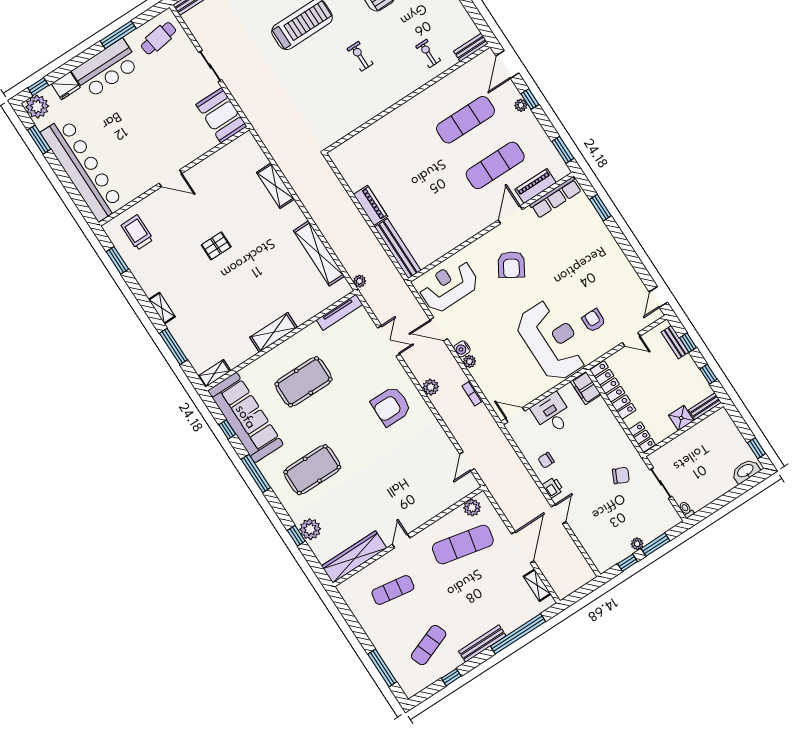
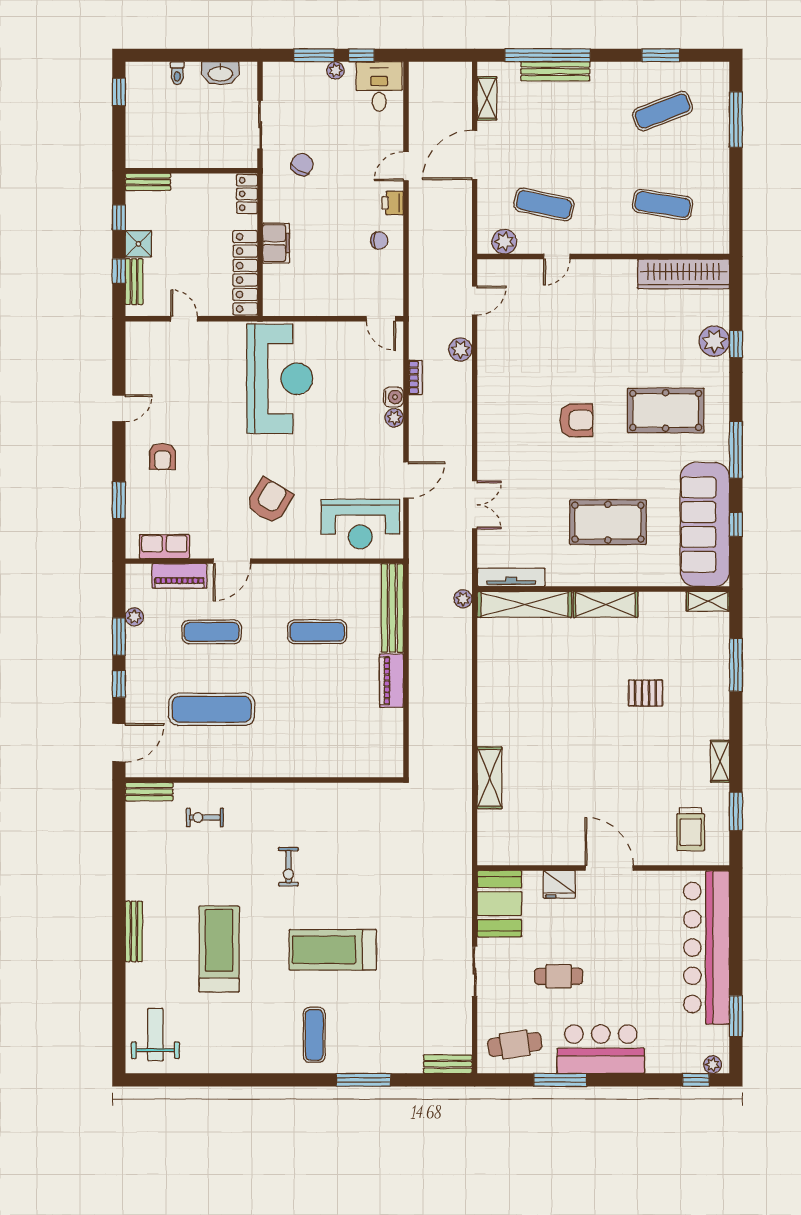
exercise bike: (428, 53) -> (205, 817), turned 90
fridge: (66, 86) -> (559, 884), moved, turned 180
cafe table: (159, 95) -> (559, 976), added
plant: (521, 105) -> (134, 617), moved
plant: (37, 107) -> (713, 1065), width x0.53, depth x0.53
window: (563, 150) -> (119, 637), moved
exercise mat: (495, 165) -> (212, 632), width x0.73, depth x0.69
door: (170, 178) -> (609, 868), width x1.36
row of seats: (556, 198) -> (164, 547), width x0.68
exercise mat: (433, 206) -> (317, 632), added
pallet: (216, 246) -> (646, 693), moved
shelving: (319, 253) -> (524, 604), moved, turned 90
door: (658, 297) -> (119, 408), moved
shelving: (162, 308) -> (720, 761), moved
armchair: (594, 320) -> (162, 456), moved
door: (439, 329) -> (406, 480), hinge flipped
double door: (389, 341) -> (475, 505), swing flipped
reception desk: (552, 341) -> (280, 379), turned 180
water cooler: (462, 349) -> (393, 397), moved
plant: (431, 387) -> (460, 349), moved
filing cabinet: (586, 388) -> (276, 243), moved
armchair: (391, 406) -> (576, 420), moved, width x0.73, depth x0.73
desk: (552, 414) -> (379, 86), moved, turned 180
shower: (681, 418) -> (138, 244), moved
washbasin: (746, 471) -> (220, 73), moved
chair: (621, 476) -> (302, 164), turned 94
toilet: (686, 510) -> (177, 73), moved
door: (401, 541) -> (557, 256), moved
exercise mat: (463, 545) -> (544, 205), width x0.73, depth x0.69
bench: (482, 644) -> (555, 71), moved
window: (451, 677) -> (661, 55), width x1.50

